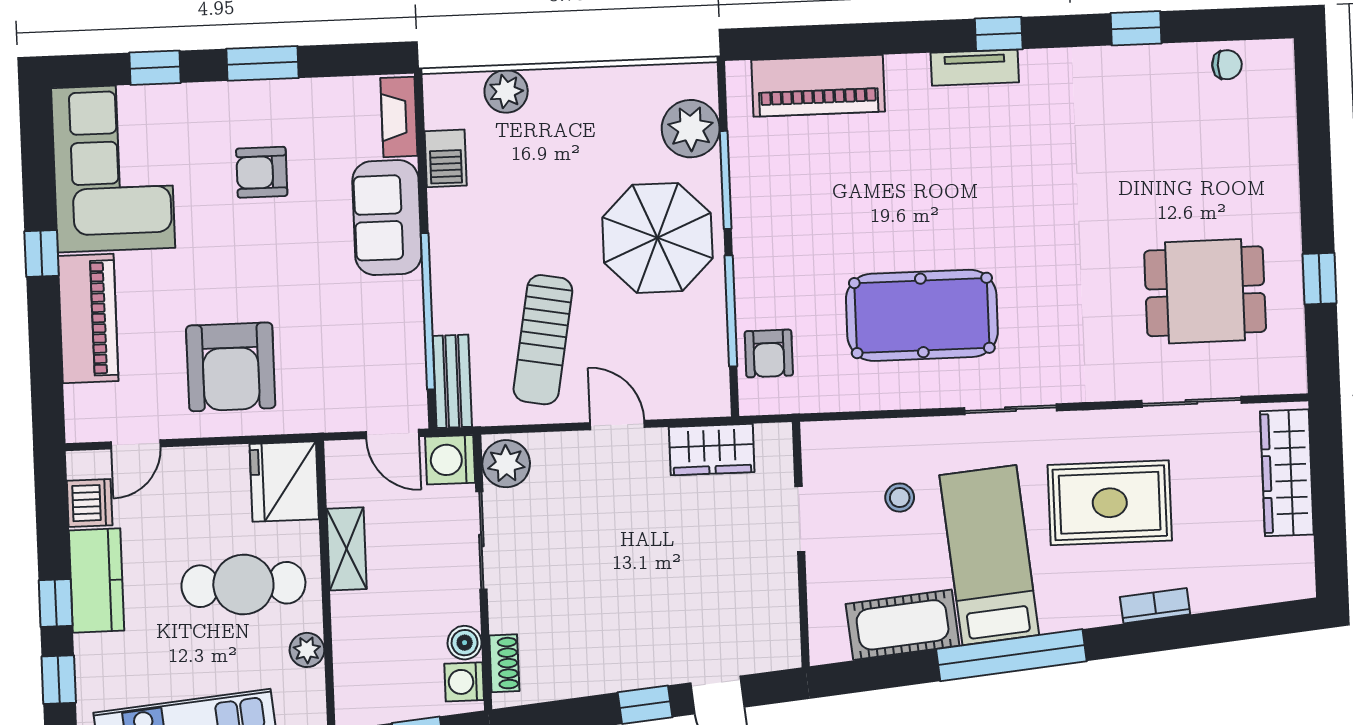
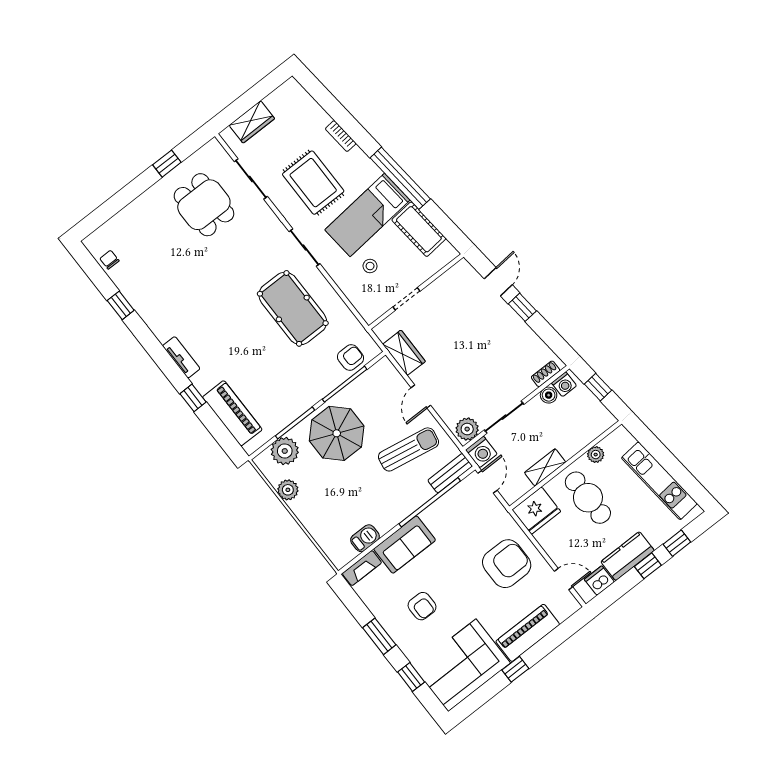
window: (999, 34) -> (193, 398), moved
plant: (506, 91) -> (288, 490), moved
wardrobe: (1287, 473) -> (252, 122), width x0.67

